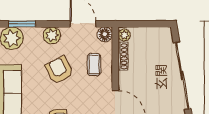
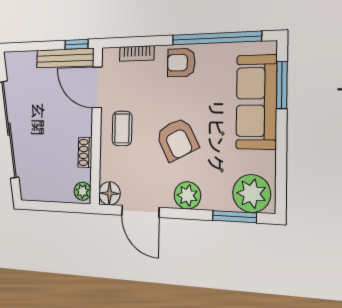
shoe rack: (123, 56) -> (85, 152), width x0.70
coffee table: (94, 65) -> (122, 128), moved

